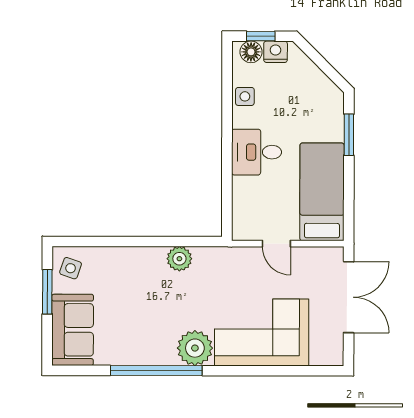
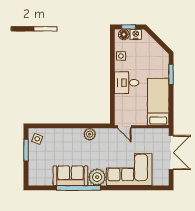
door: (276, 244) -> (124, 127), moved
sofa: (73, 330) -> (70, 176), moved, turned -90

